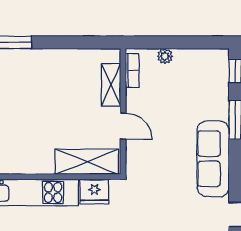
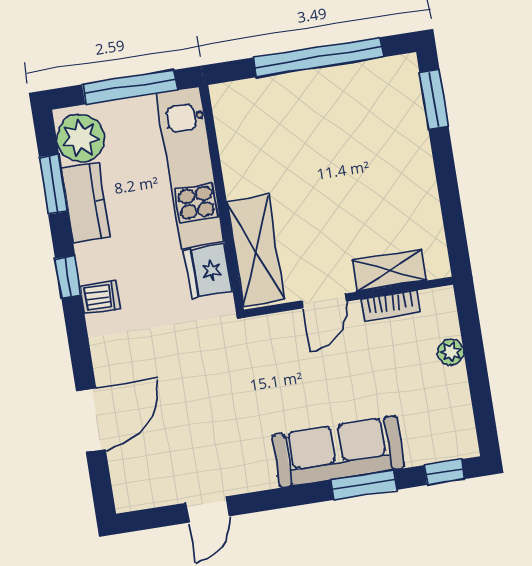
bookcase: (132, 70) -> (390, 306), moved
sofa: (213, 159) -> (338, 451), moved

